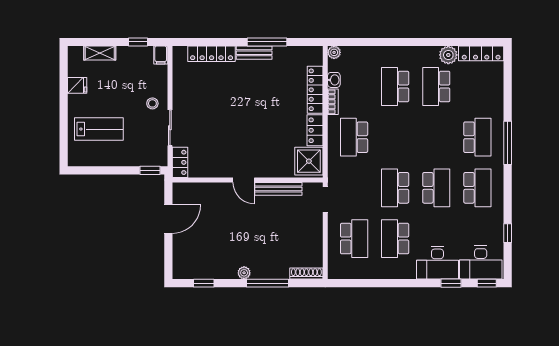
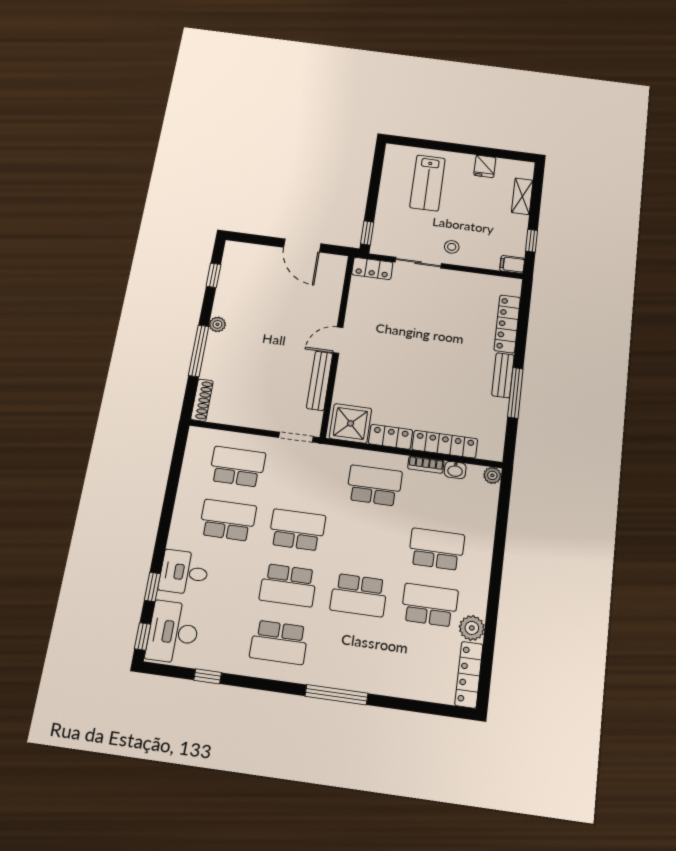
school desk: (477, 137) -> (359, 595), moved
school desk: (354, 239) -> (237, 467), turned 180
desk: (437, 263) -> (184, 572), width x0.73

